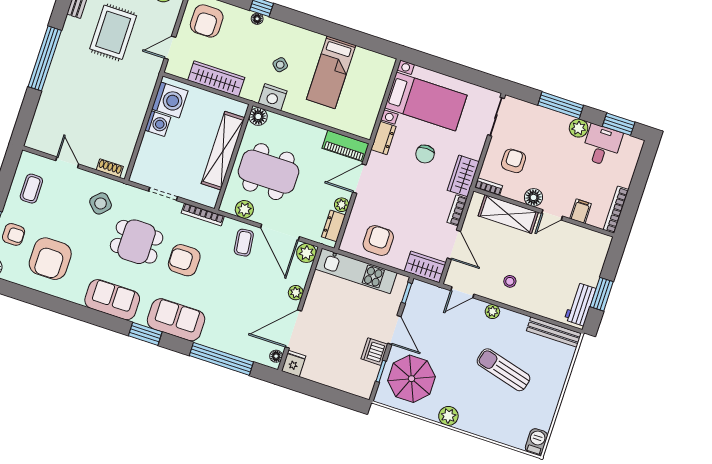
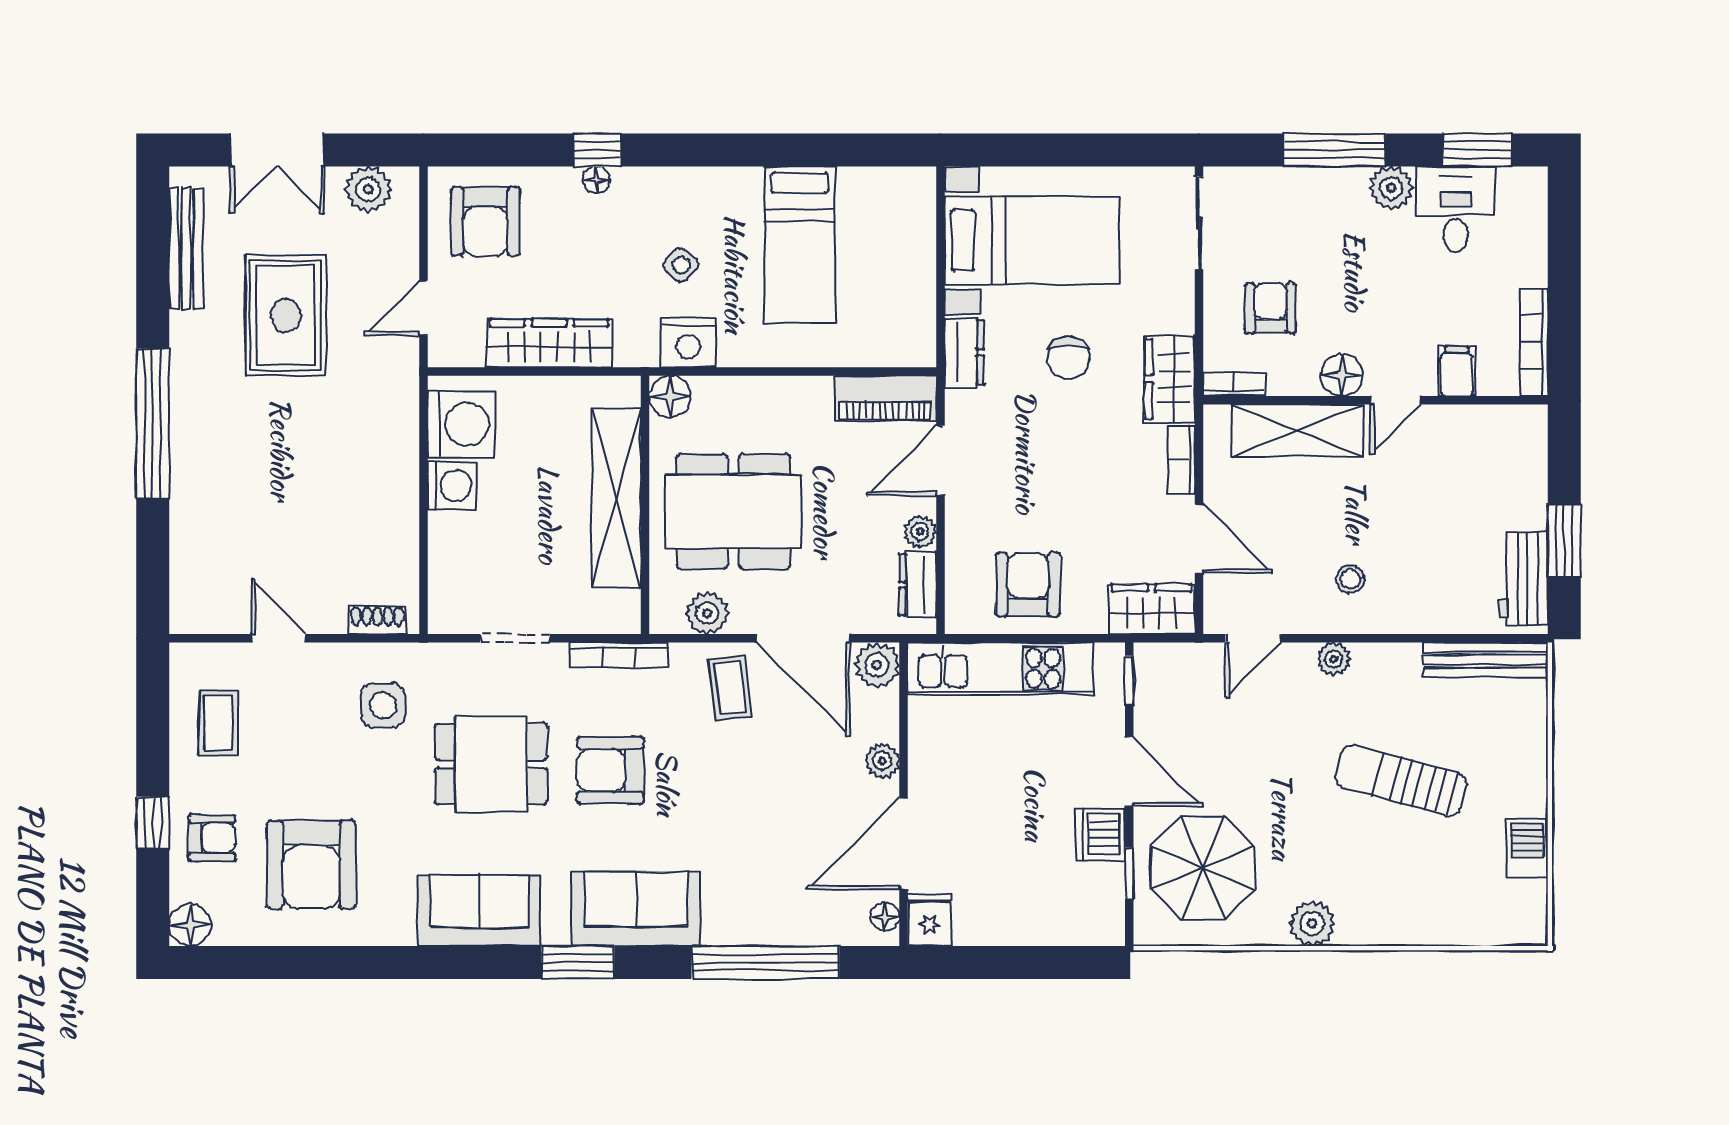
side table: (101, 203) -> (383, 705), turned 45
barbecue: (536, 442) -> (1527, 849), moved

